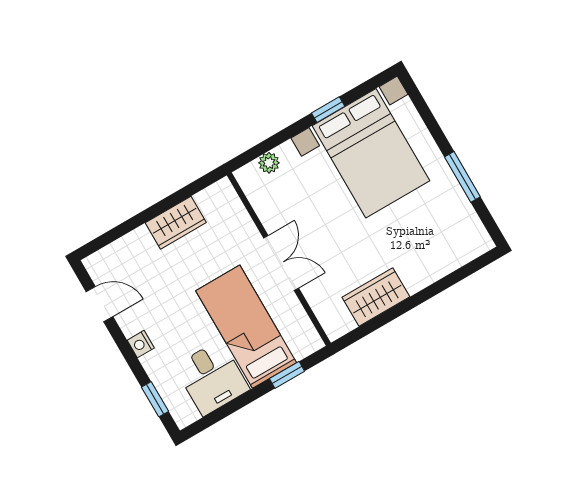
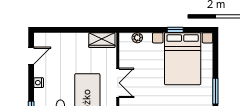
wardrobe: (176, 223) -> (102, 40), moved
door: (100, 304) -> (31, 56), hinge flipped

